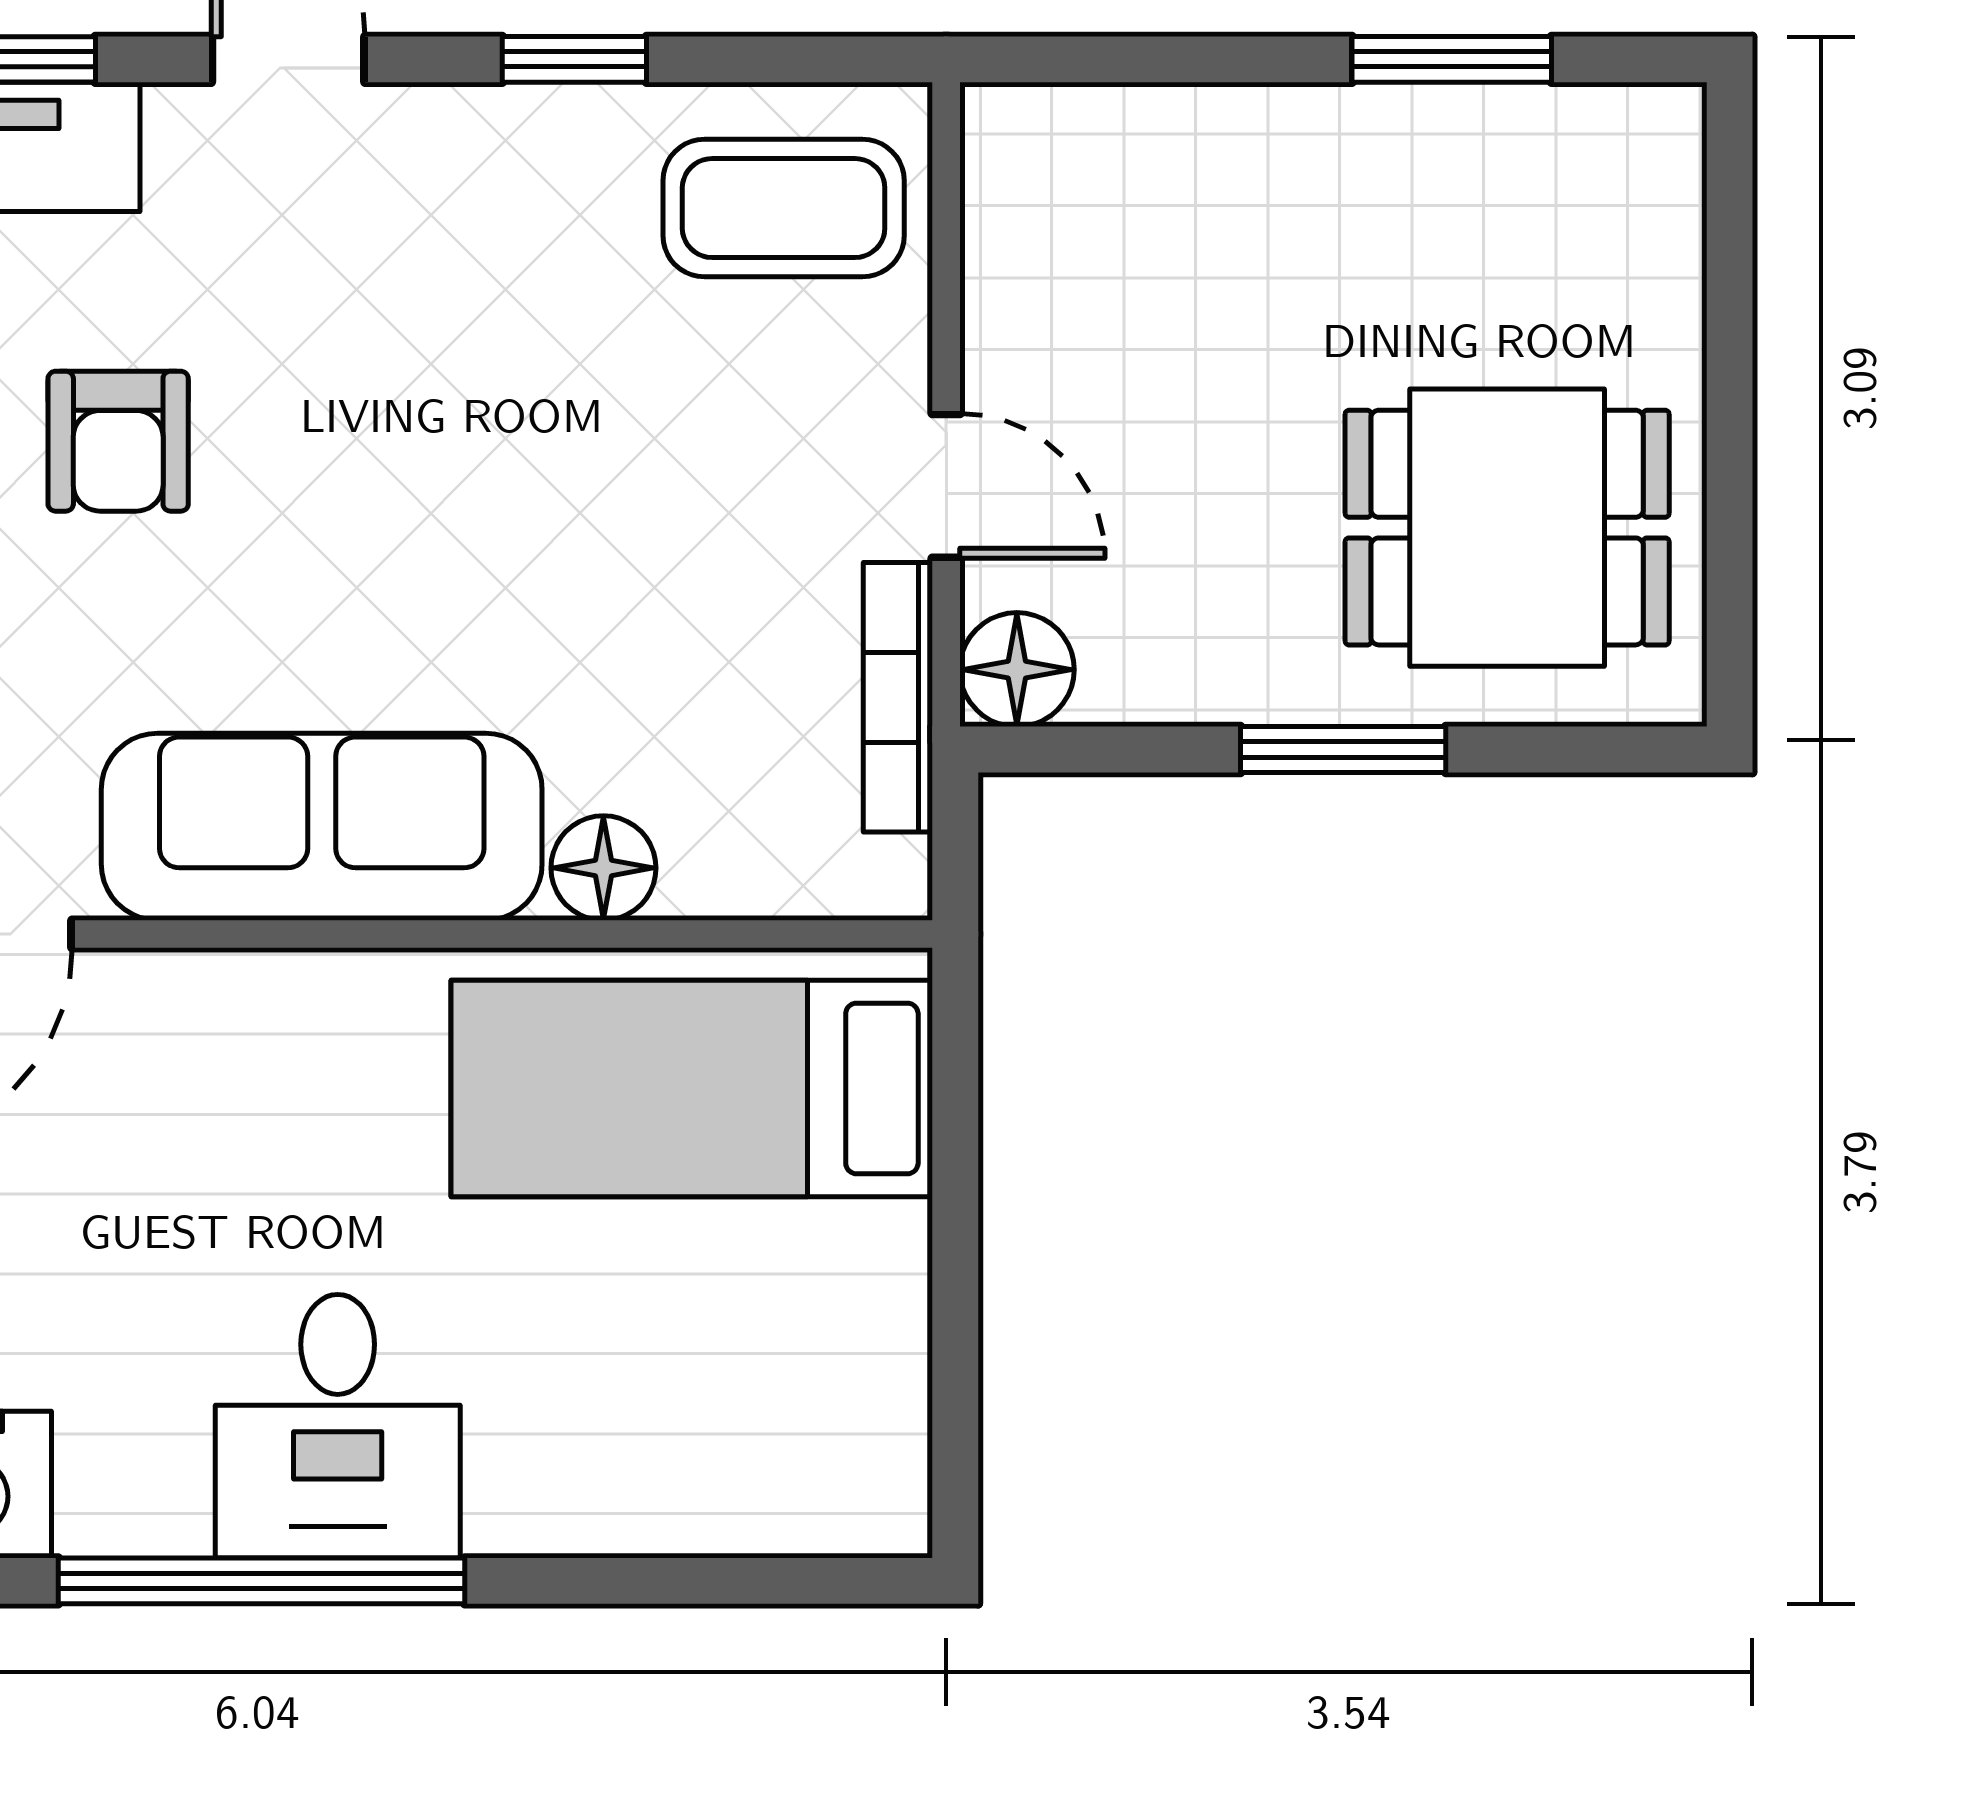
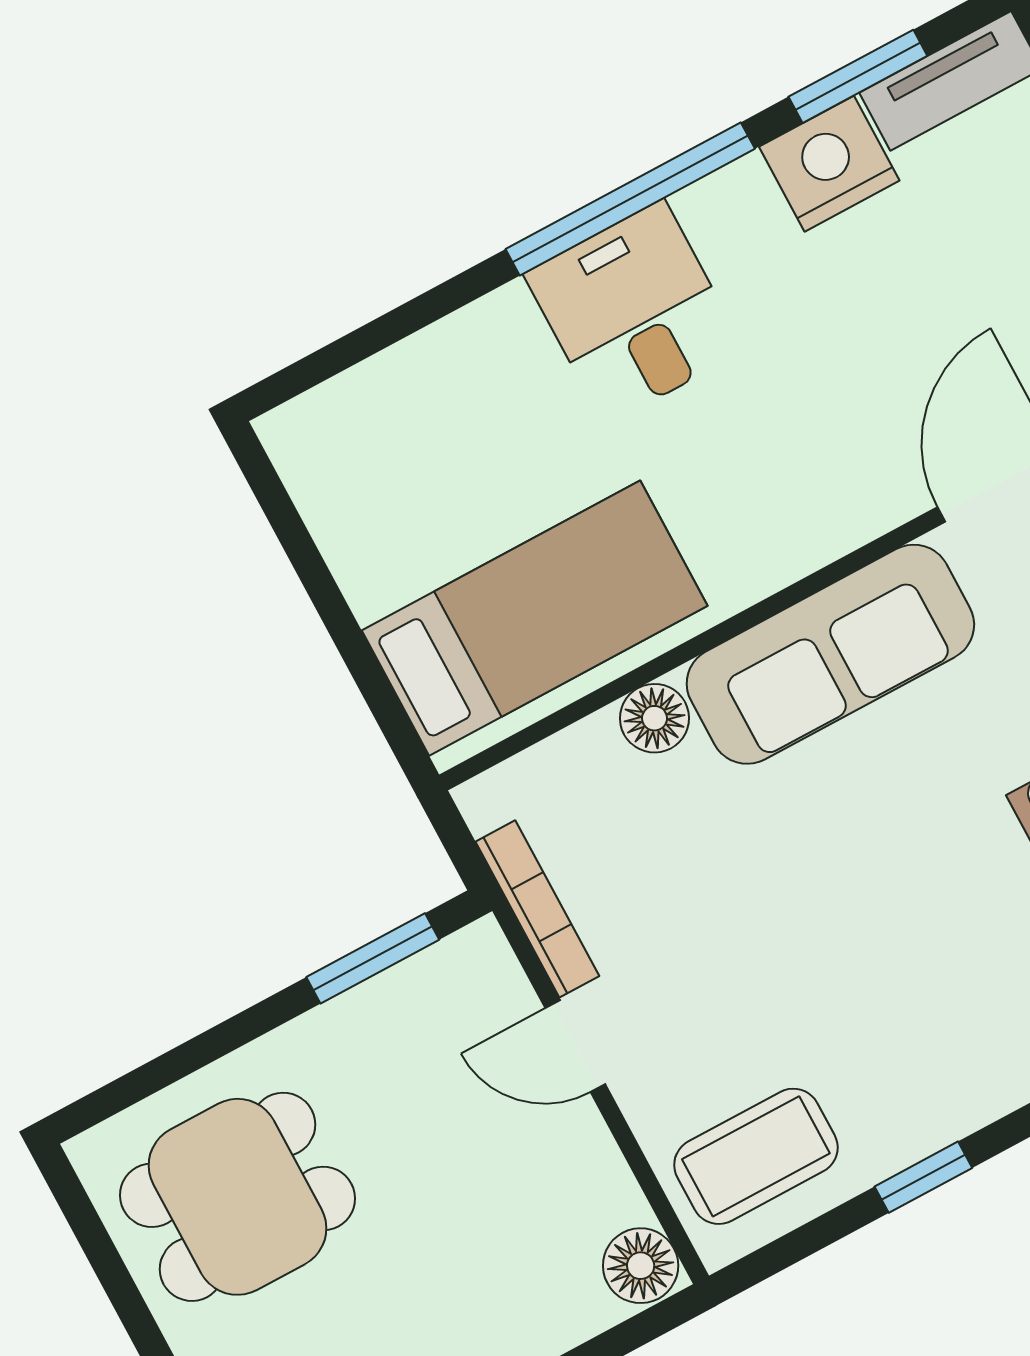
floor lamp: (1017, 670) -> (641, 1266), moved
window: (1343, 750) -> (373, 958), moved

